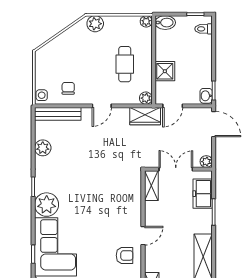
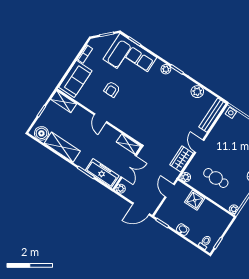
bidet: (165, 23) -> (225, 221), removed
chair: (68, 88) -> (224, 132), removed
washbasin: (206, 96) -> (183, 230), moved
wardrobe: (145, 116) -> (181, 159), moved
freezer: (203, 194) -> (102, 173), width x1.40
plant: (47, 205) -> (166, 69), width x0.53, depth x0.53
armchair: (125, 255) -> (112, 89), moved

